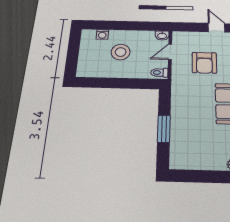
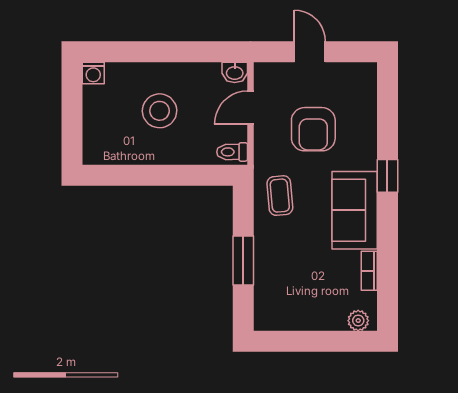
door: (217, 28) -> (310, 52), moved
washing machine: (102, 34) -> (93, 73), moved
coffee table: (186, 95) -> (280, 196), added

